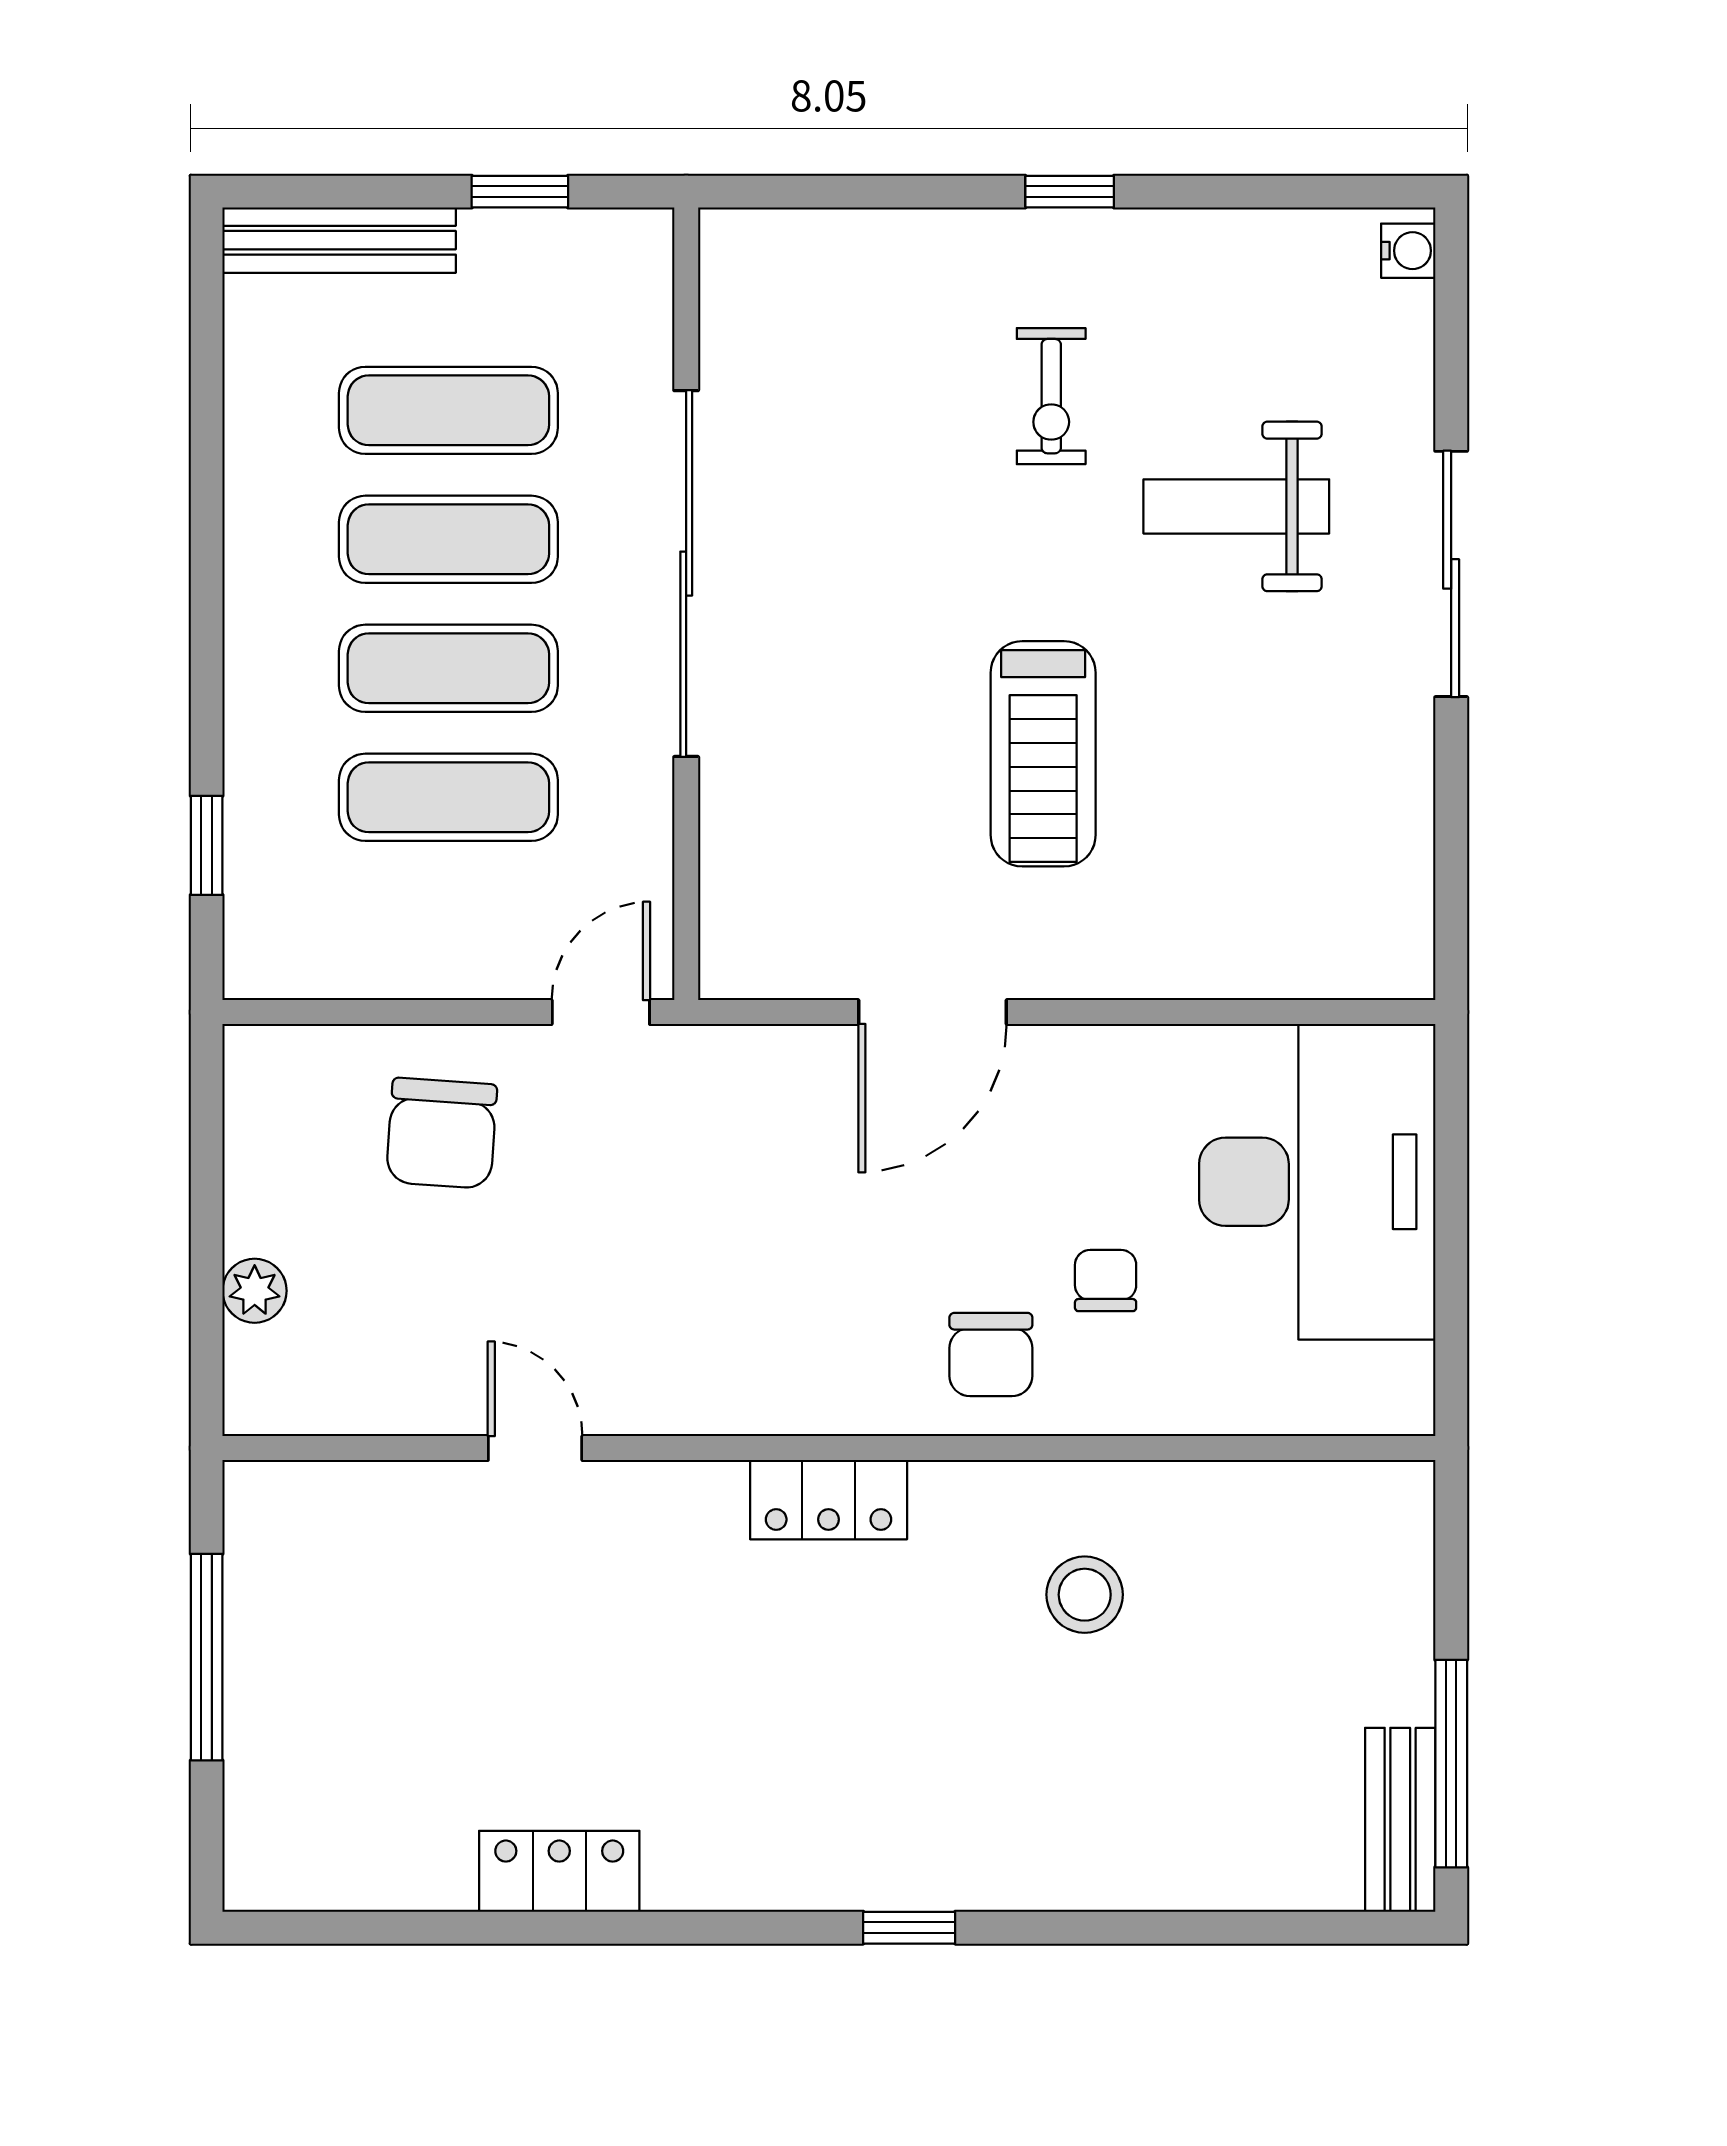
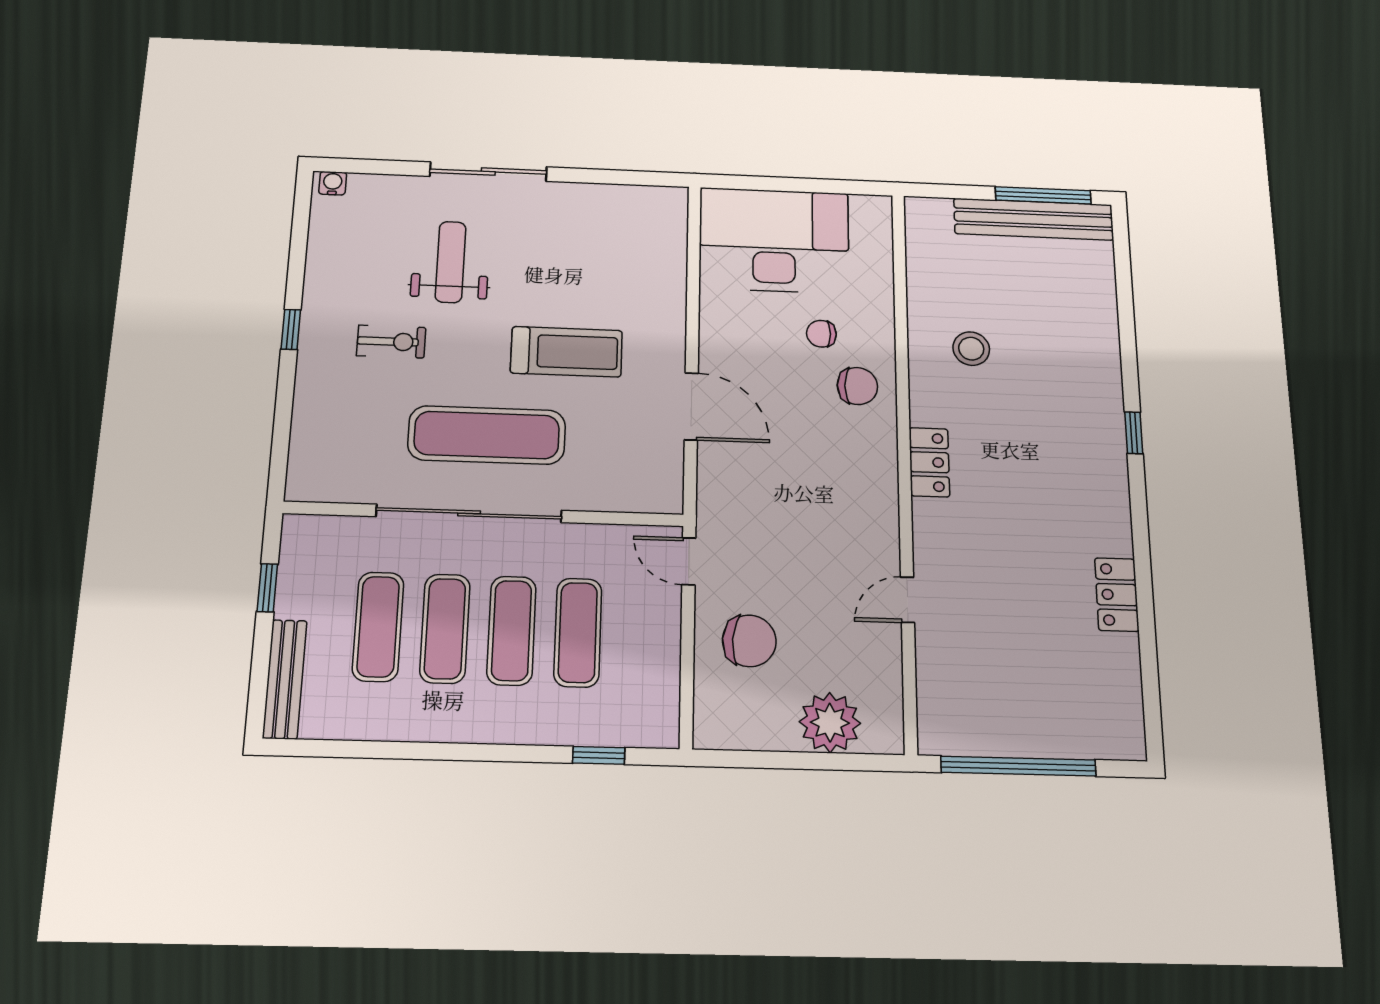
weight bench: (1236, 506) -> (451, 262), turned 180
exercise mat: (854, 600) -> (487, 435), added
plant: (255, 1291) -> (830, 723), width x1.87, depth x1.87
window: (207, 1657) -> (1018, 766), width x1.46
bench: (1400, 1820) -> (1034, 219), width x1.86, depth x1.21

